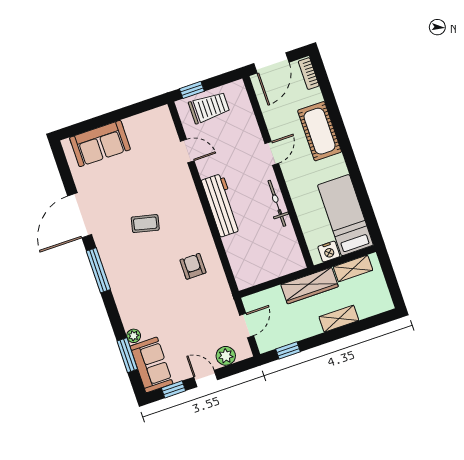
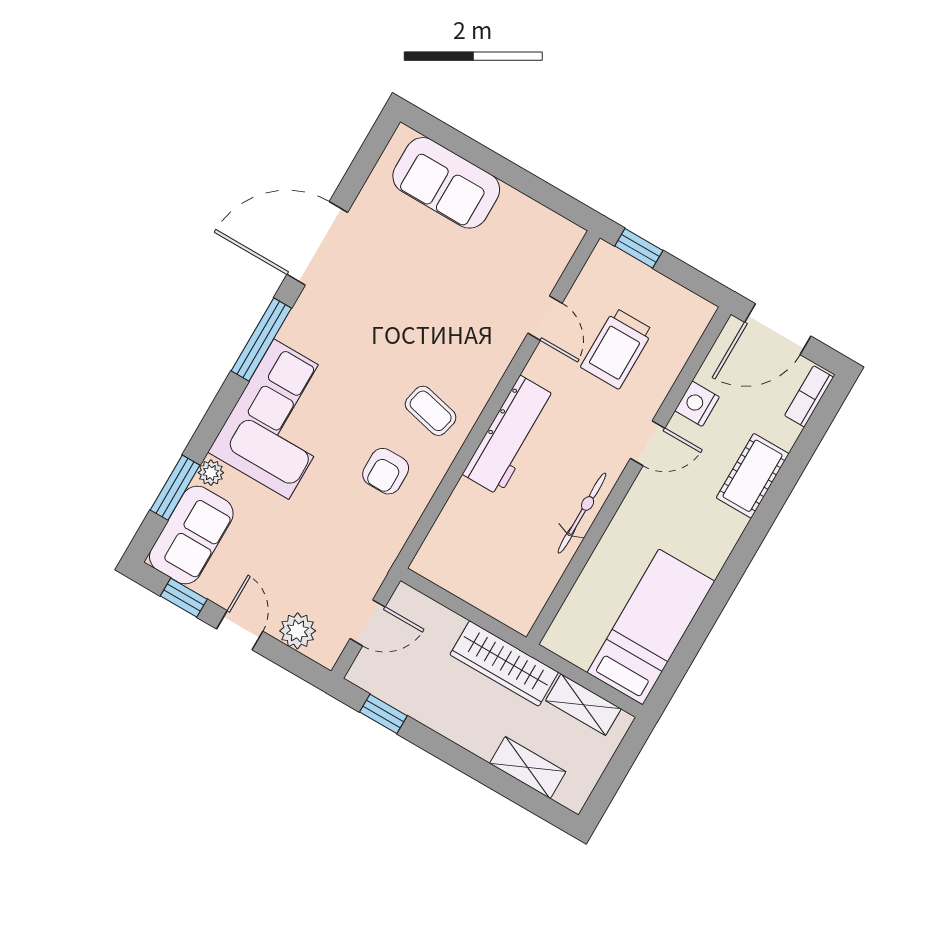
trolley: (209, 107) -> (617, 348), moved, turned 90
cot: (320, 131) -> (753, 476), width x0.73, depth x0.75
coffee table: (145, 224) -> (431, 411), moved
nightstand: (329, 252) -> (697, 404), moved, turned 90
armchair: (193, 266) -> (386, 471), turned 180
corner sofa: (137, 290) -> (281, 419), added
shelving: (339, 319) -> (528, 768), moved

